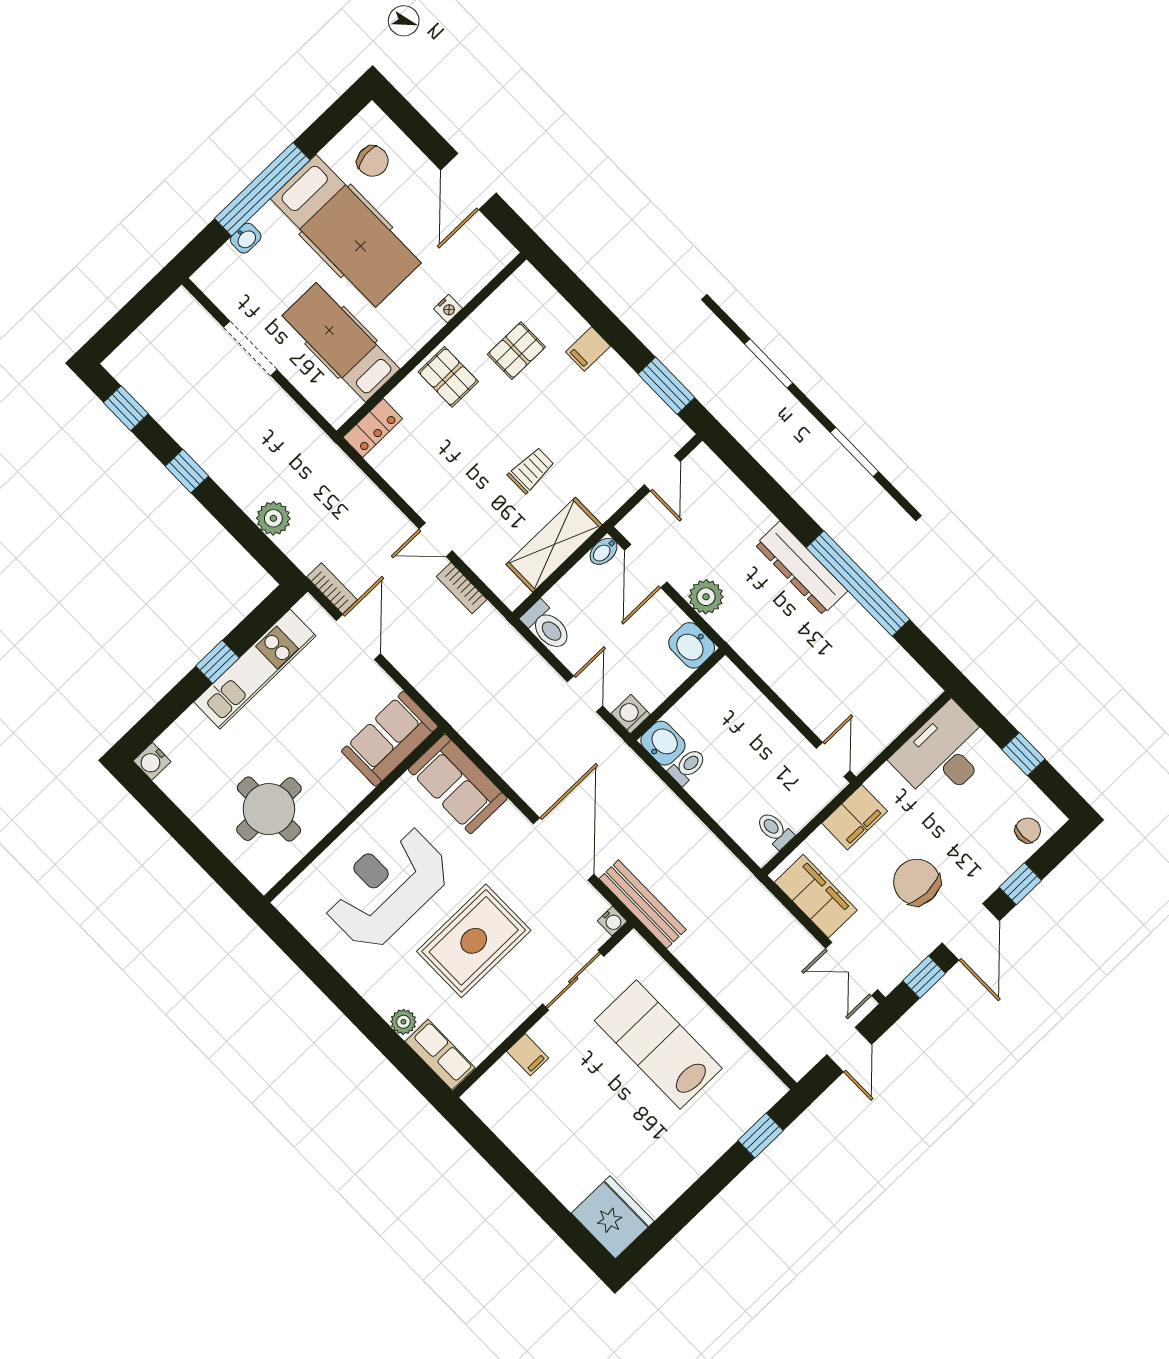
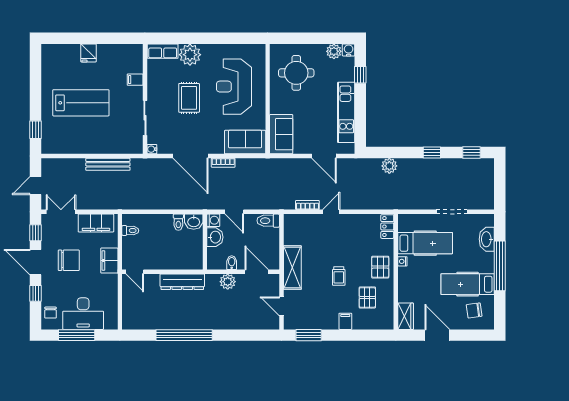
hospital bed: (346, 231) -> (468, 284), width x0.73, depth x0.78
washbasin: (246, 238) -> (487, 239), width x1.91, depth x1.45
wardrobe: (487, 261) -> (406, 316), added
nightstand: (448, 309) -> (402, 261), moved
pallet: (448, 377) -> (380, 267), turned 90
trolley: (531, 470) -> (339, 276), moved
shelving: (554, 545) -> (292, 268), moved
bidet: (603, 551) -> (232, 263), moved
dresser: (801, 568) -> (182, 282), moved, turned 180
bookcase: (332, 588) -> (223, 163), moved
washbasin: (692, 645) -> (215, 237), moved, turned 90
window: (217, 662) -> (360, 75), moved
desk: (944, 754) -> (83, 314), moved, turned 90
window: (1023, 754) -> (77, 335), width x2.17
plant: (177, 783) -> (334, 51), added
reception desk: (387, 887) -> (234, 87), turned 180
bench: (643, 904) -> (108, 164), moved
rug: (474, 941) -> (189, 98), width x0.73, depth x0.70
plant: (403, 1022) -> (190, 55), width x1.88, depth x1.88
lab bench: (658, 1044) -> (81, 103), moved
door: (849, 1050) -> (36, 186), hinge flipped
fridge: (613, 1217) -> (88, 53), moved, width x0.53, depth x0.75

